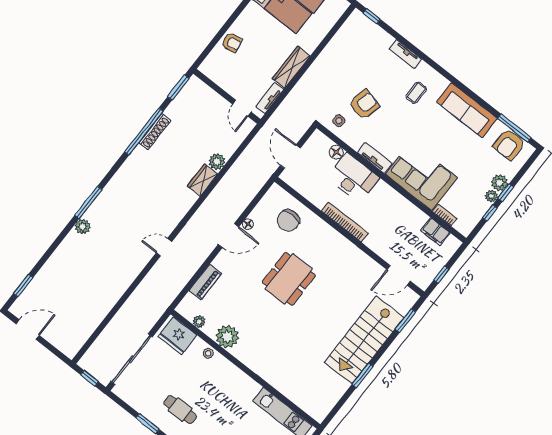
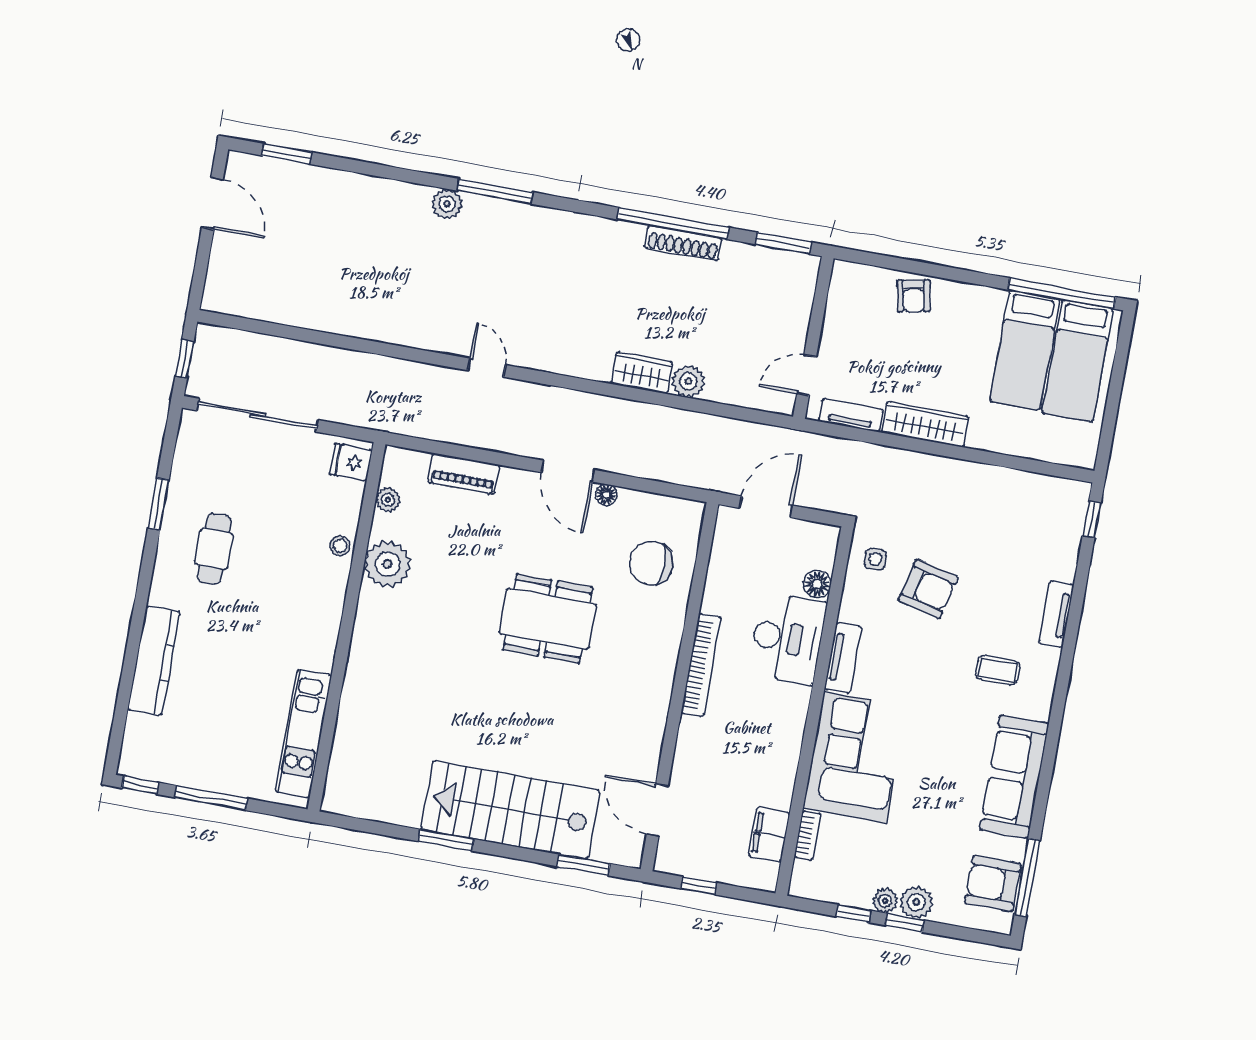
fridge: (177, 336) -> (351, 462), width x0.53, depth x0.75

